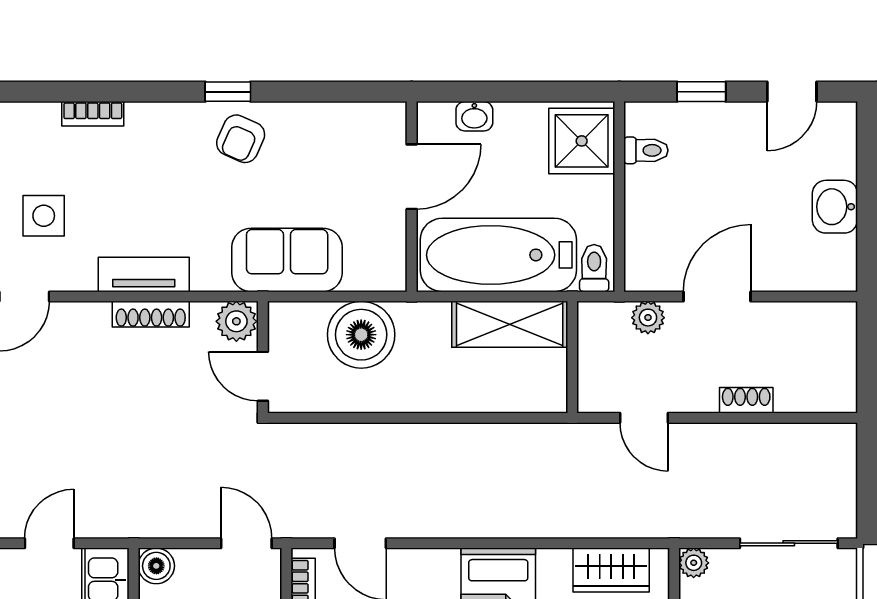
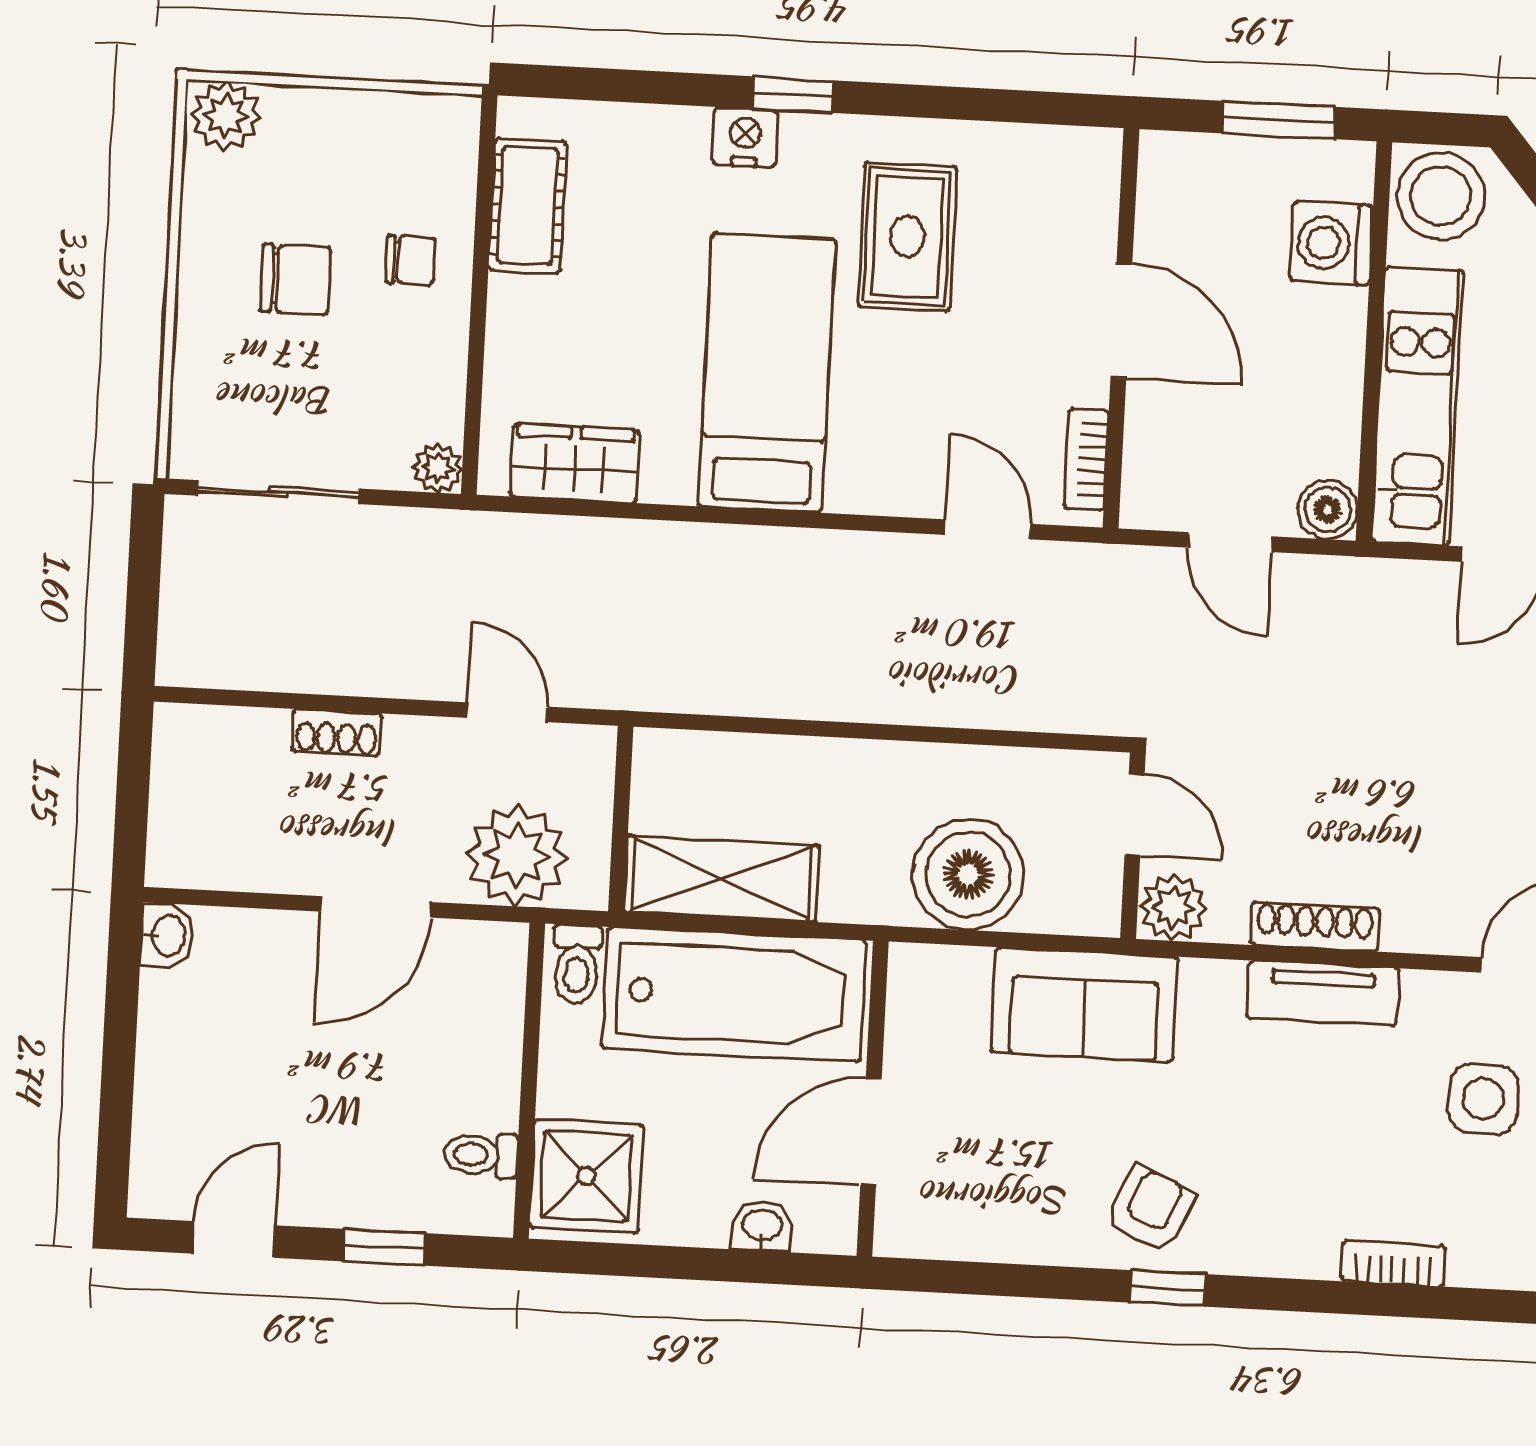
washbasin: (835, 207) -> (167, 936), moved, width x0.72, depth x0.69
plant: (648, 318) -> (517, 856), width x1.87, depth x1.87
door: (246, 543) -> (1230, 542), moved

